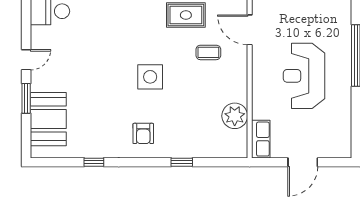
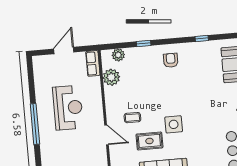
side table: (150, 77) -> (174, 124), moved
plant: (221, 148) -> (118, 55), added

